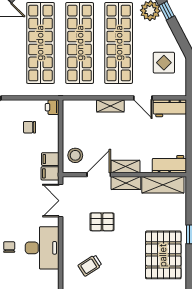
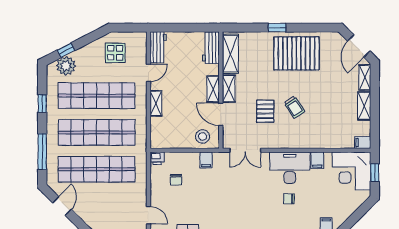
filing cabinet: (50, 173) -> (317, 160), moved
trolley: (90, 265) -> (294, 107), moved

